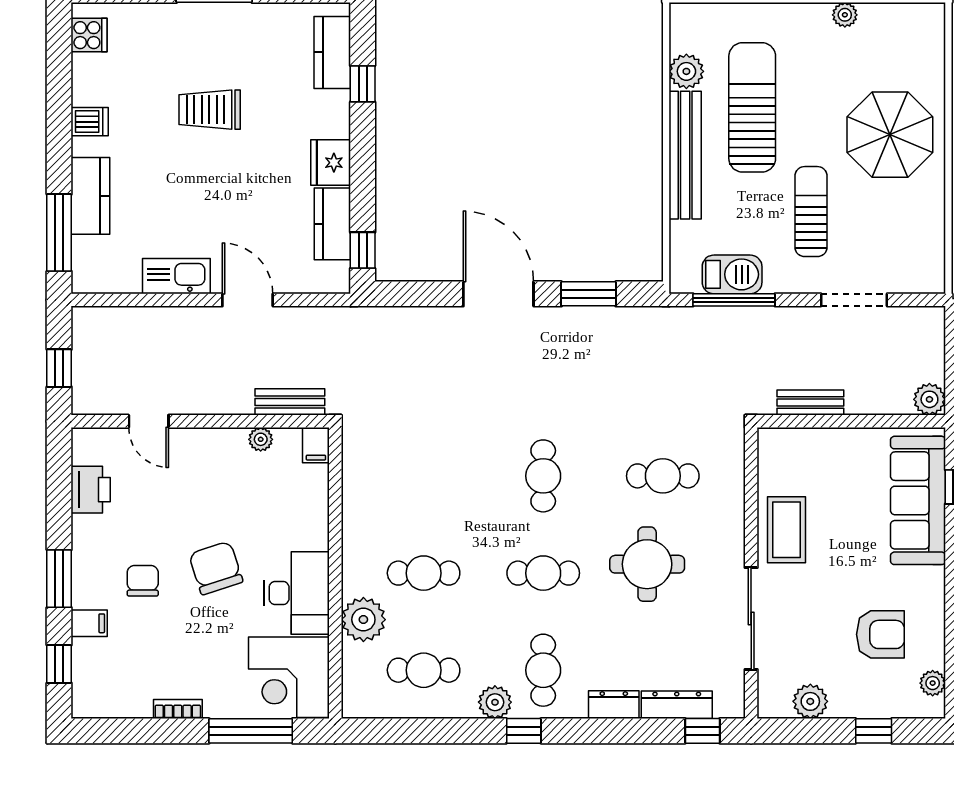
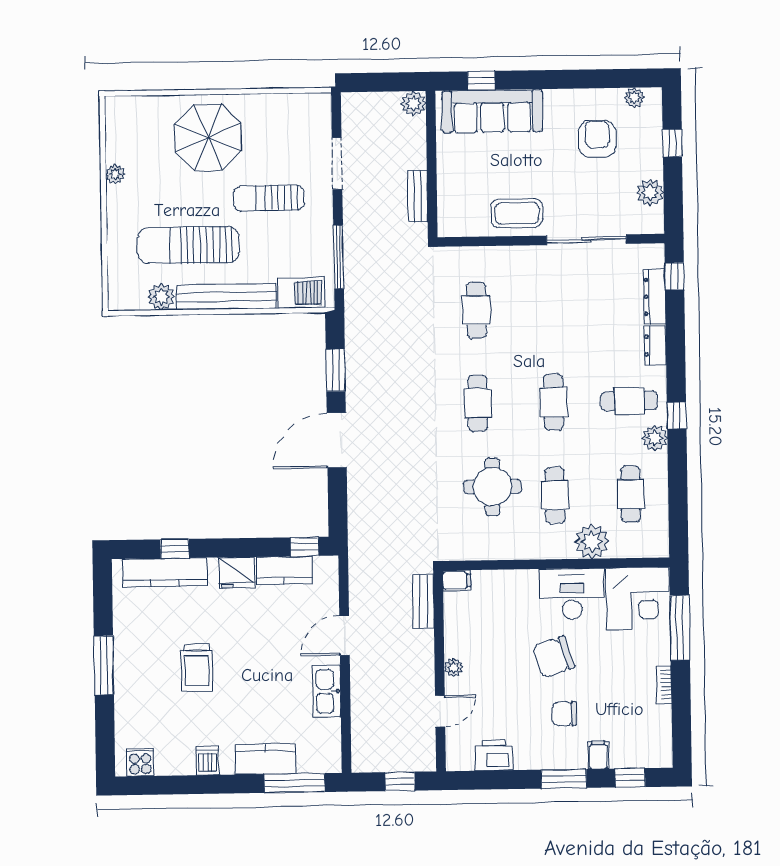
kitchen counter: (332, 52) -> (165, 572), width x1.50
barbecue: (732, 274) -> (301, 293), moved, turned 90
plant: (261, 439) -> (454, 667), moved
cafe table: (543, 476) -> (478, 403), turned 90
round table: (647, 564) -> (492, 487), moved

